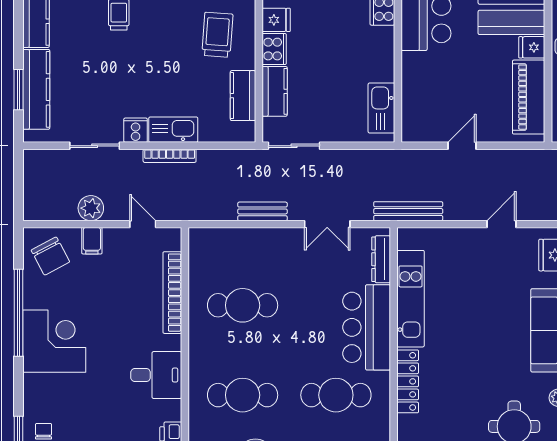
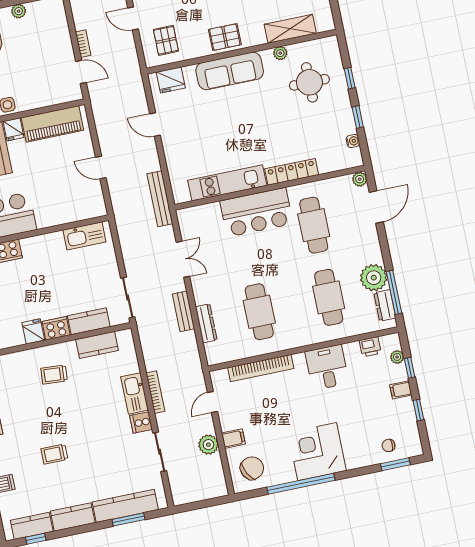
trolley: (217, 35) -> (54, 375), width x0.73, depth x0.72
dresser: (381, 259) -> (206, 323), moved, turned -90

